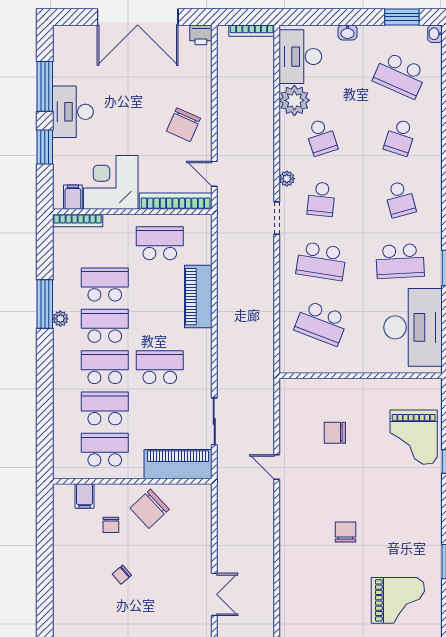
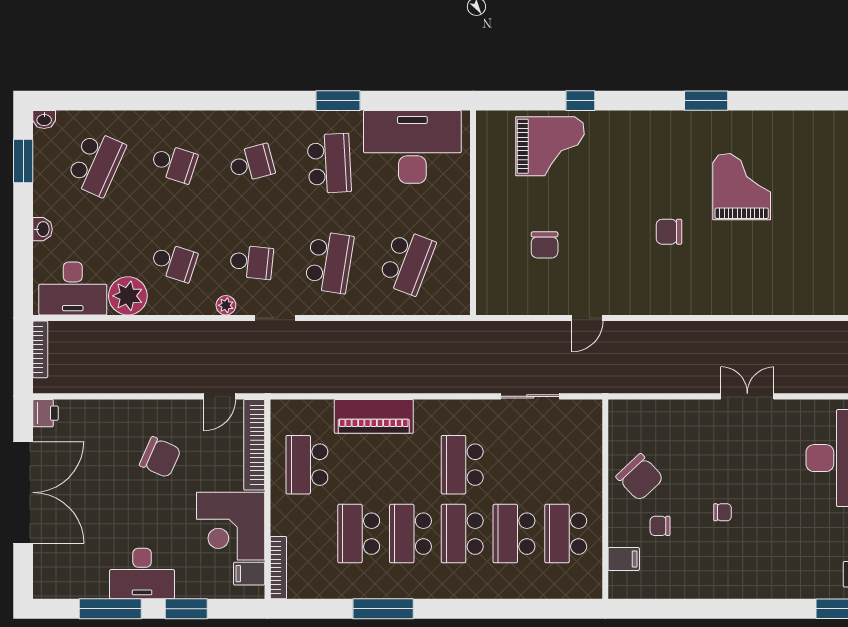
chair: (183, 125) -> (160, 457), moved
school desk: (321, 137) -> (174, 262), turned 36
plant: (60, 319) -> (401, 589), removed
piano: (178, 464) -> (584, 442), removed
chair: (111, 525) -> (660, 526), turned 180
chair: (122, 575) -> (722, 512), turned -49
grand piano: (398, 600) -> (742, 187), moved

